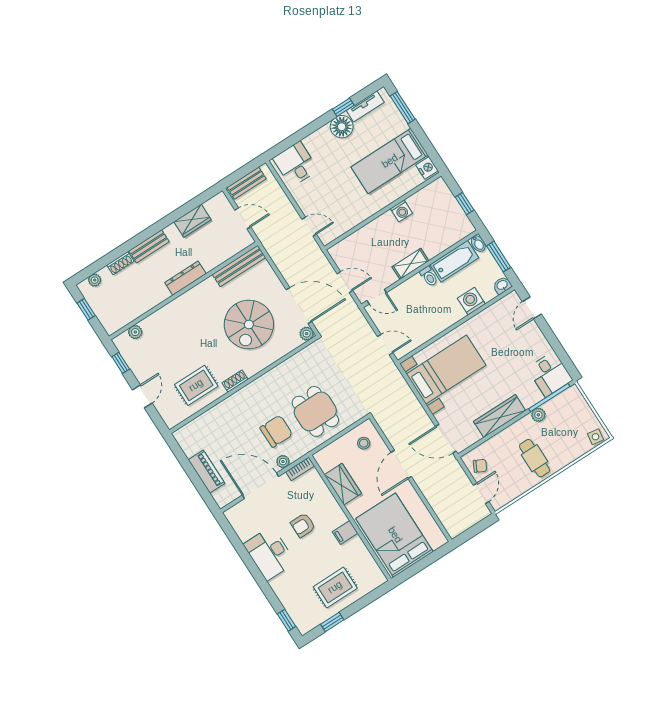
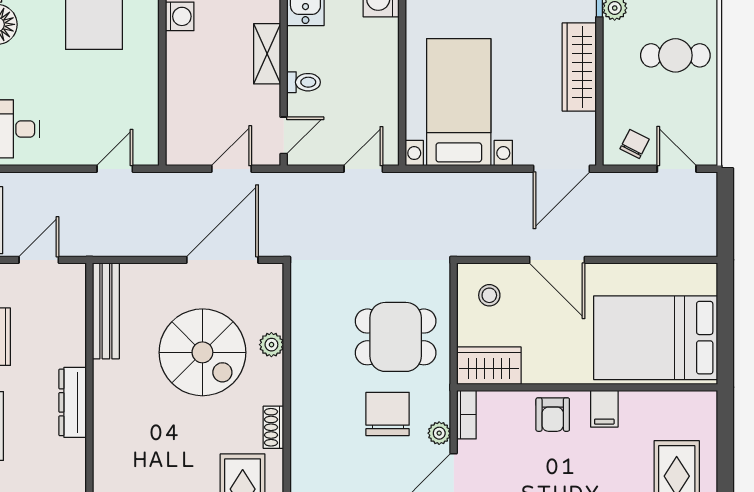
toilet: (429, 276) -> (304, 82), moved
plant: (307, 334) -> (271, 345), moved
wardrobe: (343, 484) -> (489, 366), moved
armchair: (303, 525) -> (553, 415), moved

